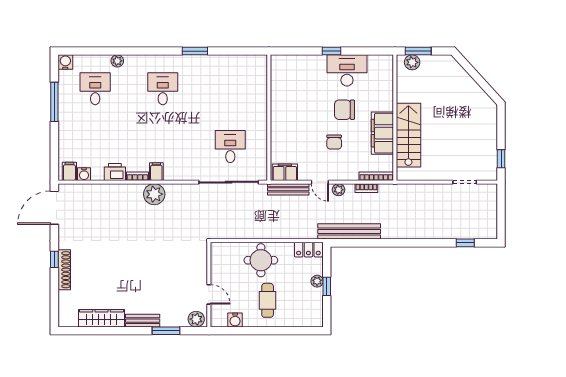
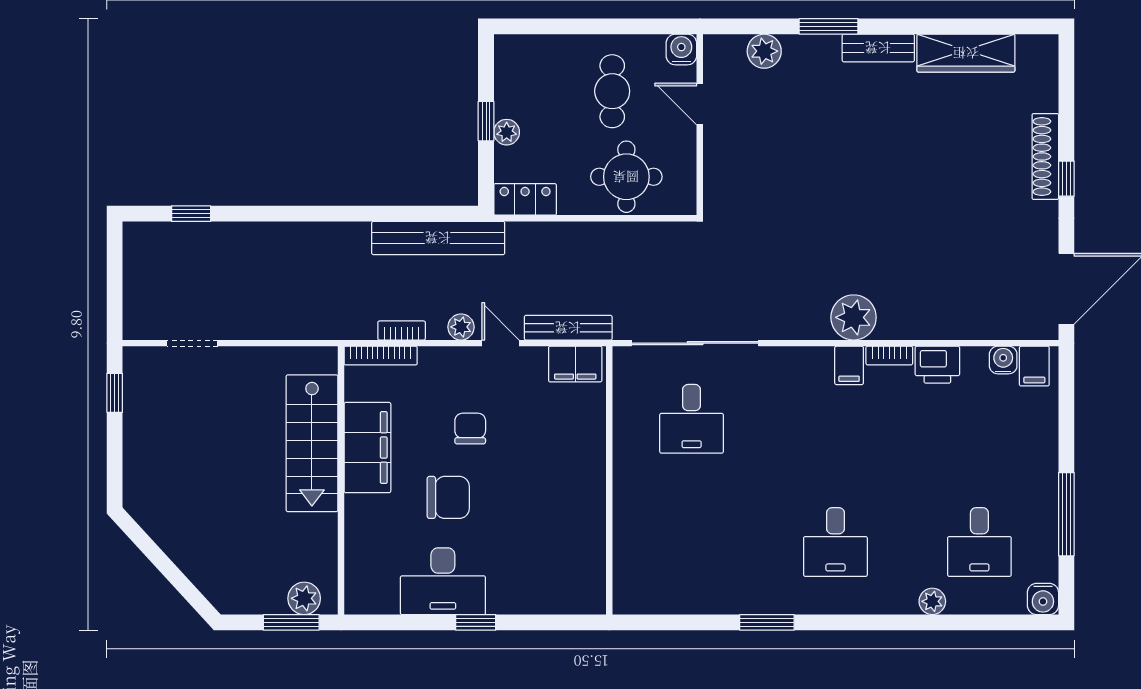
wall: (209, 285) -> (700, 125), moved
door: (209, 294) -> (700, 104), moved

